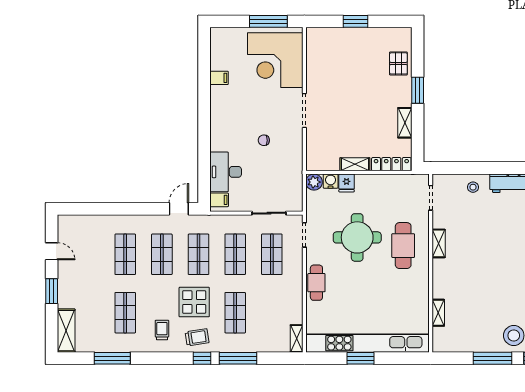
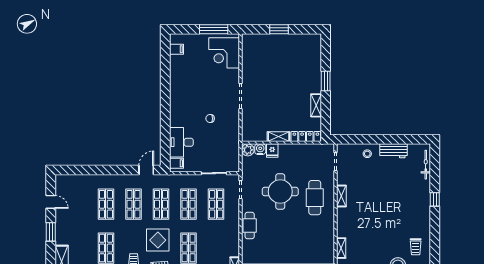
corner desk: (275, 60) -> (224, 53), width x0.74, depth x0.74
pallet: (398, 63) -> (311, 61), removed
filing cabinet: (219, 78) -> (176, 49), moved

